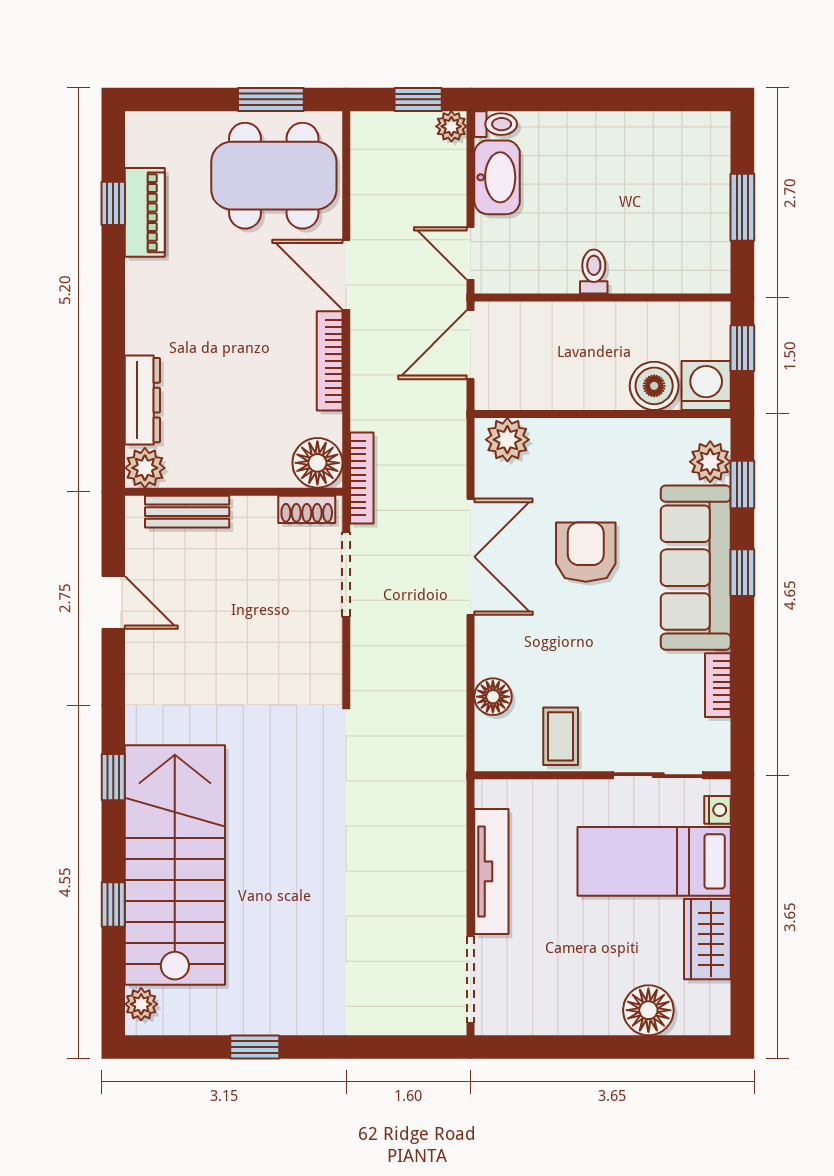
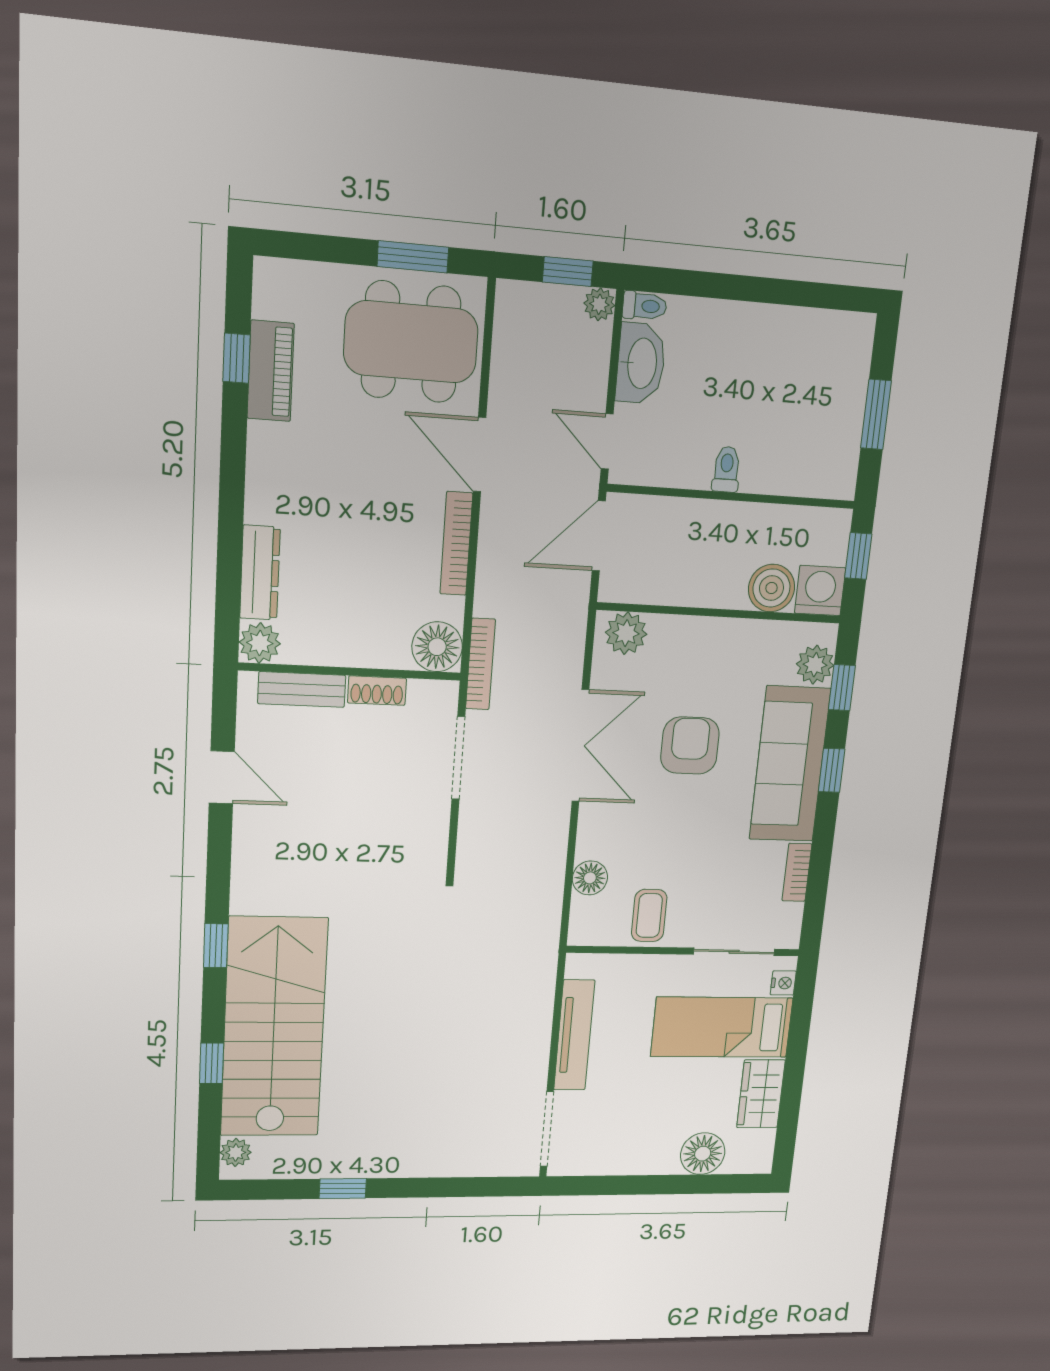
shoe rack: (307, 509) -> (377, 691), moved

